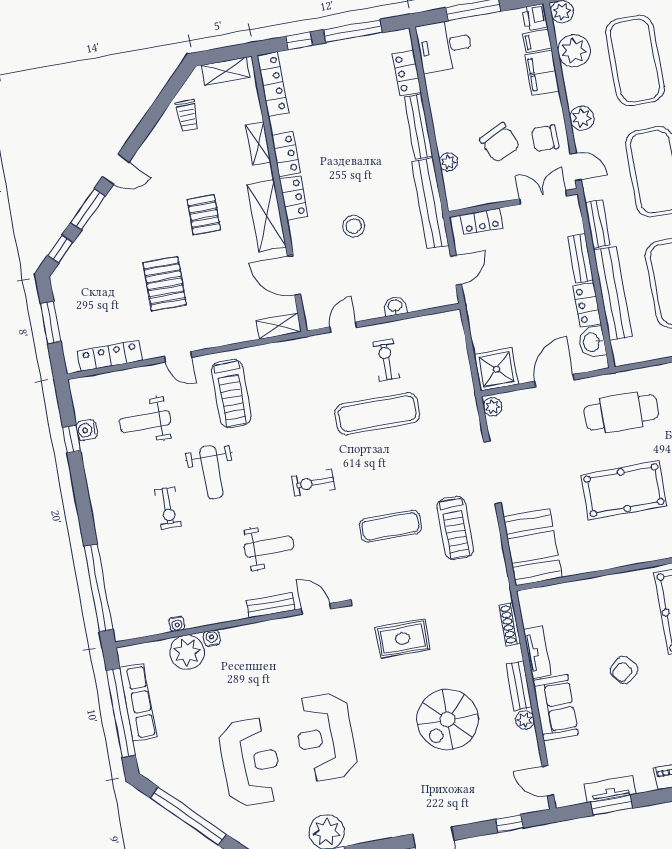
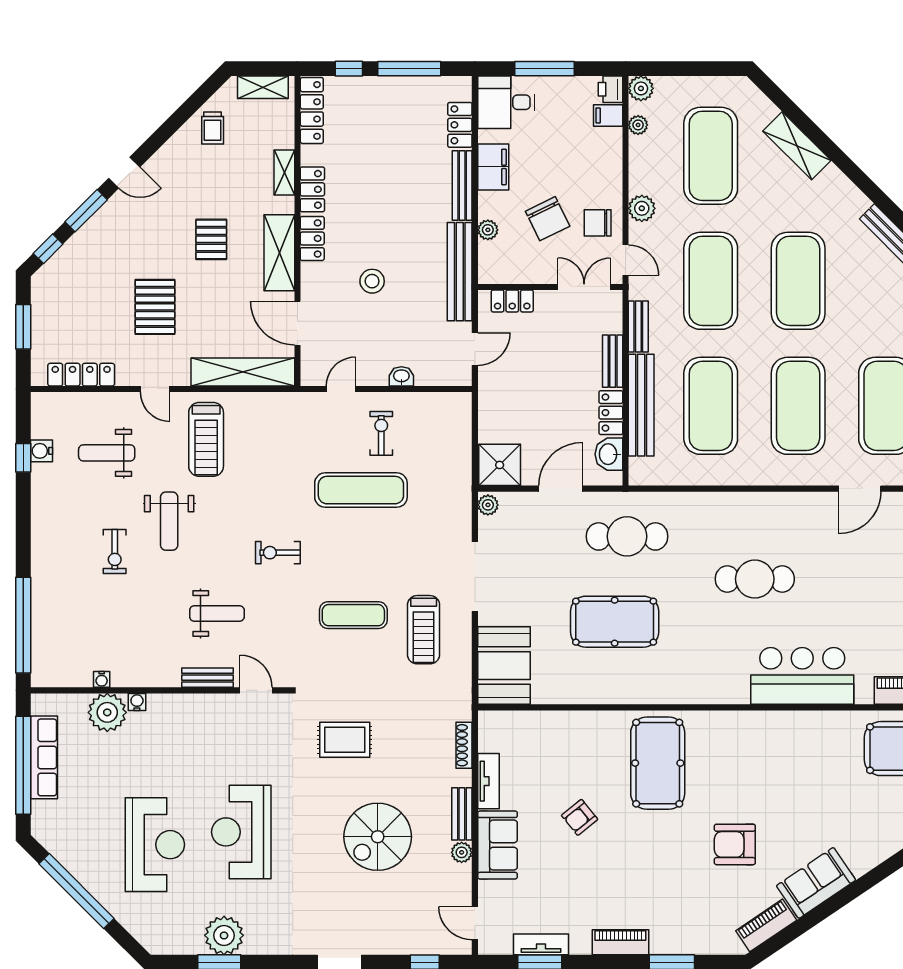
plant: (574, 51) -> (638, 125), width x0.53, depth x0.53
filing cabinet: (542, 73) -> (493, 167), moved, turned 180
shelving: (279, 326) -> (243, 372), width x2.20, depth x1.33

